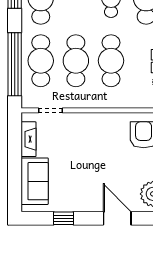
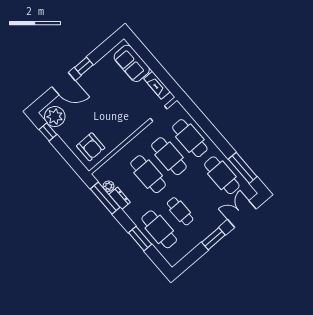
window: (15, 64) -> (204, 123), removed
window: (63, 218) -> (84, 66), moved

